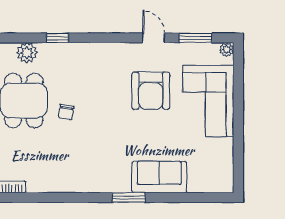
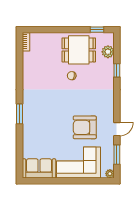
sofa: (159, 177) -> (39, 168), moved, turned -90

